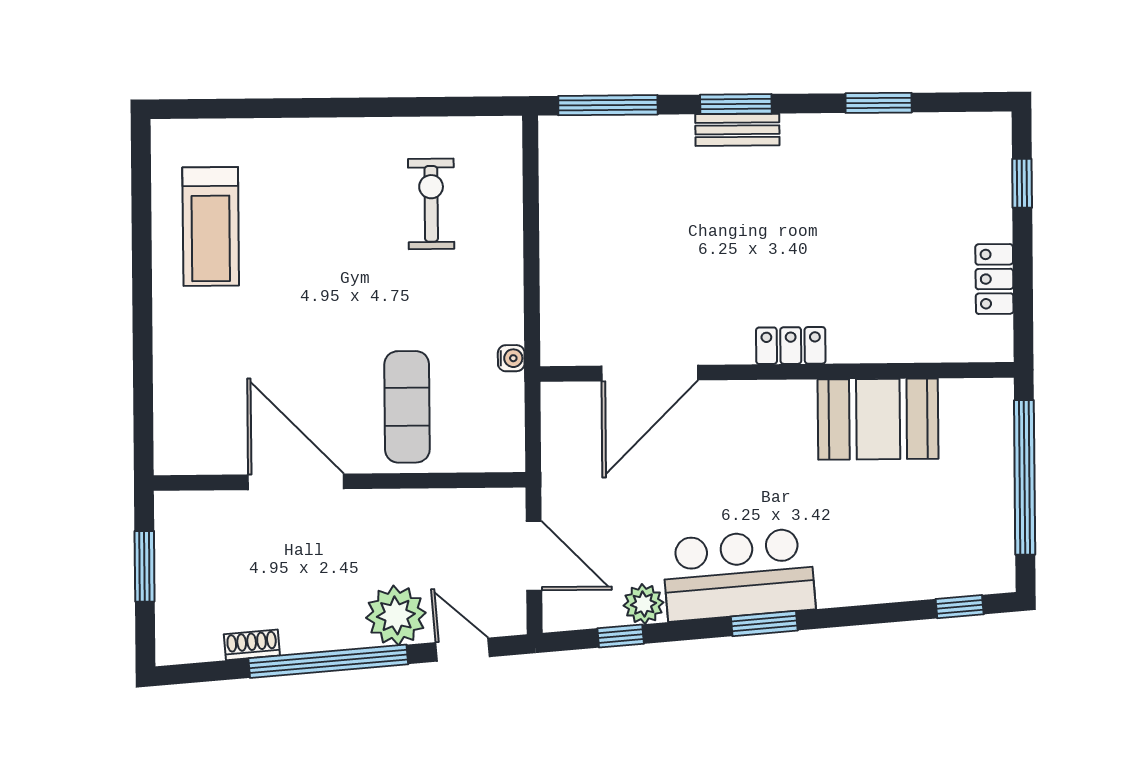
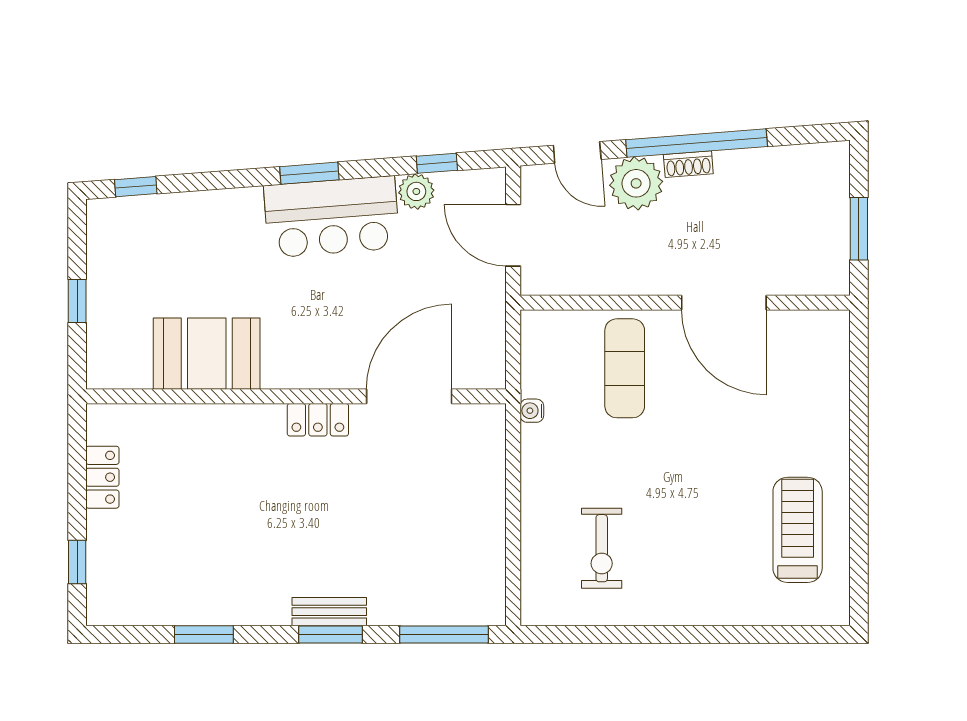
locker: (791, 346) -> (318, 420), moved
window: (1025, 477) -> (77, 301), width x0.32
shoe rack: (252, 645) -> (688, 164), moved

